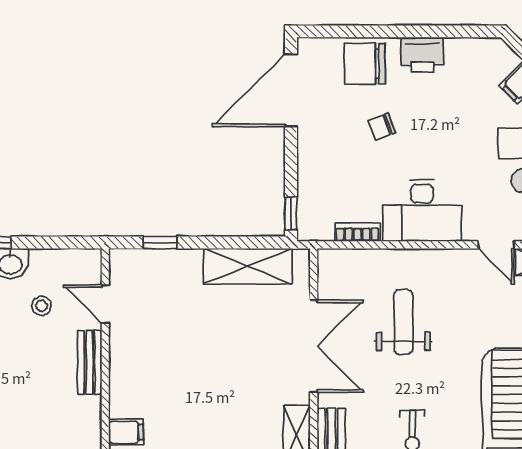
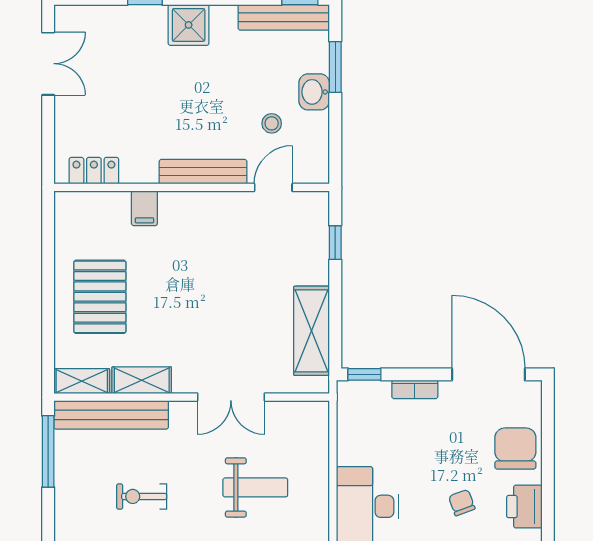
chair: (382, 127) -> (462, 503), moved
bookcase: (357, 232) -> (415, 389), moved, turned 90
double door: (314, 346) -> (231, 397), width x0.73
bench: (90, 362) -> (203, 172), width x1.36

